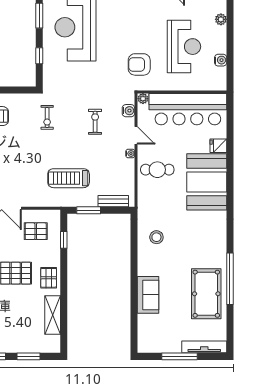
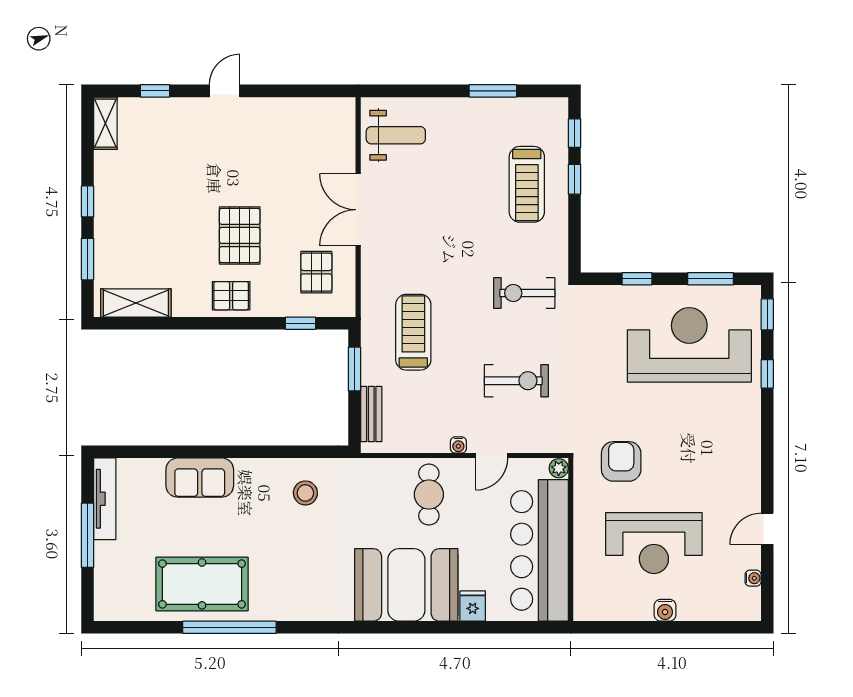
plant: (221, 19) -> (704, 611), removed
water cooler: (221, 60) -> (665, 610), moved
water cooler: (128, 111) -> (537, 442), removed
exercise bike: (47, 117) -> (524, 293), width x1.38, depth x1.39
exercise bike: (95, 122) -> (516, 381), width x1.38, depth x1.39
shelving: (53, 315) -> (136, 303), moved
tv unit: (204, 347) -> (105, 499), moved

